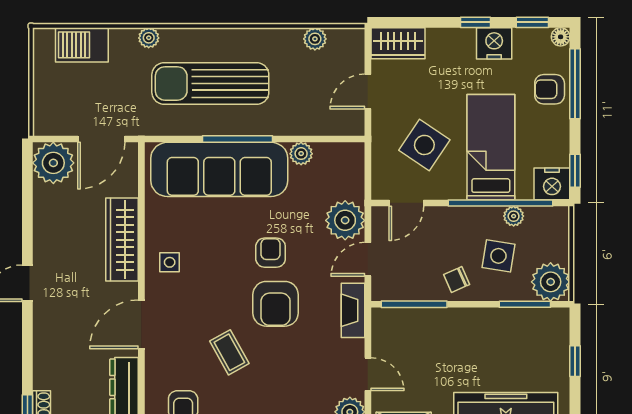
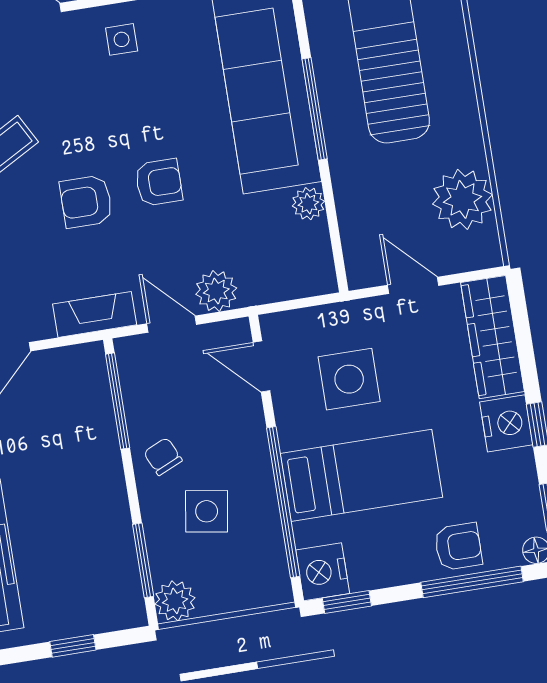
plant: (315, 39) -> (463, 199), width x1.87, depth x1.87
wardrobe: (398, 43) -> (492, 337), width x1.50
nightstand: (494, 43) -> (506, 423), moved
armchair: (550, 89) -> (458, 546), turned 90
side table: (424, 145) -> (349, 379), turned -34
plant: (514, 216) -> (267, 524), removed
plant: (345, 220) -> (216, 291), width x0.73, depth x0.73
plant: (551, 282) -> (175, 601), width x0.73, depth x0.73
armchair: (276, 304) -> (86, 201), width x0.72, depth x0.72

